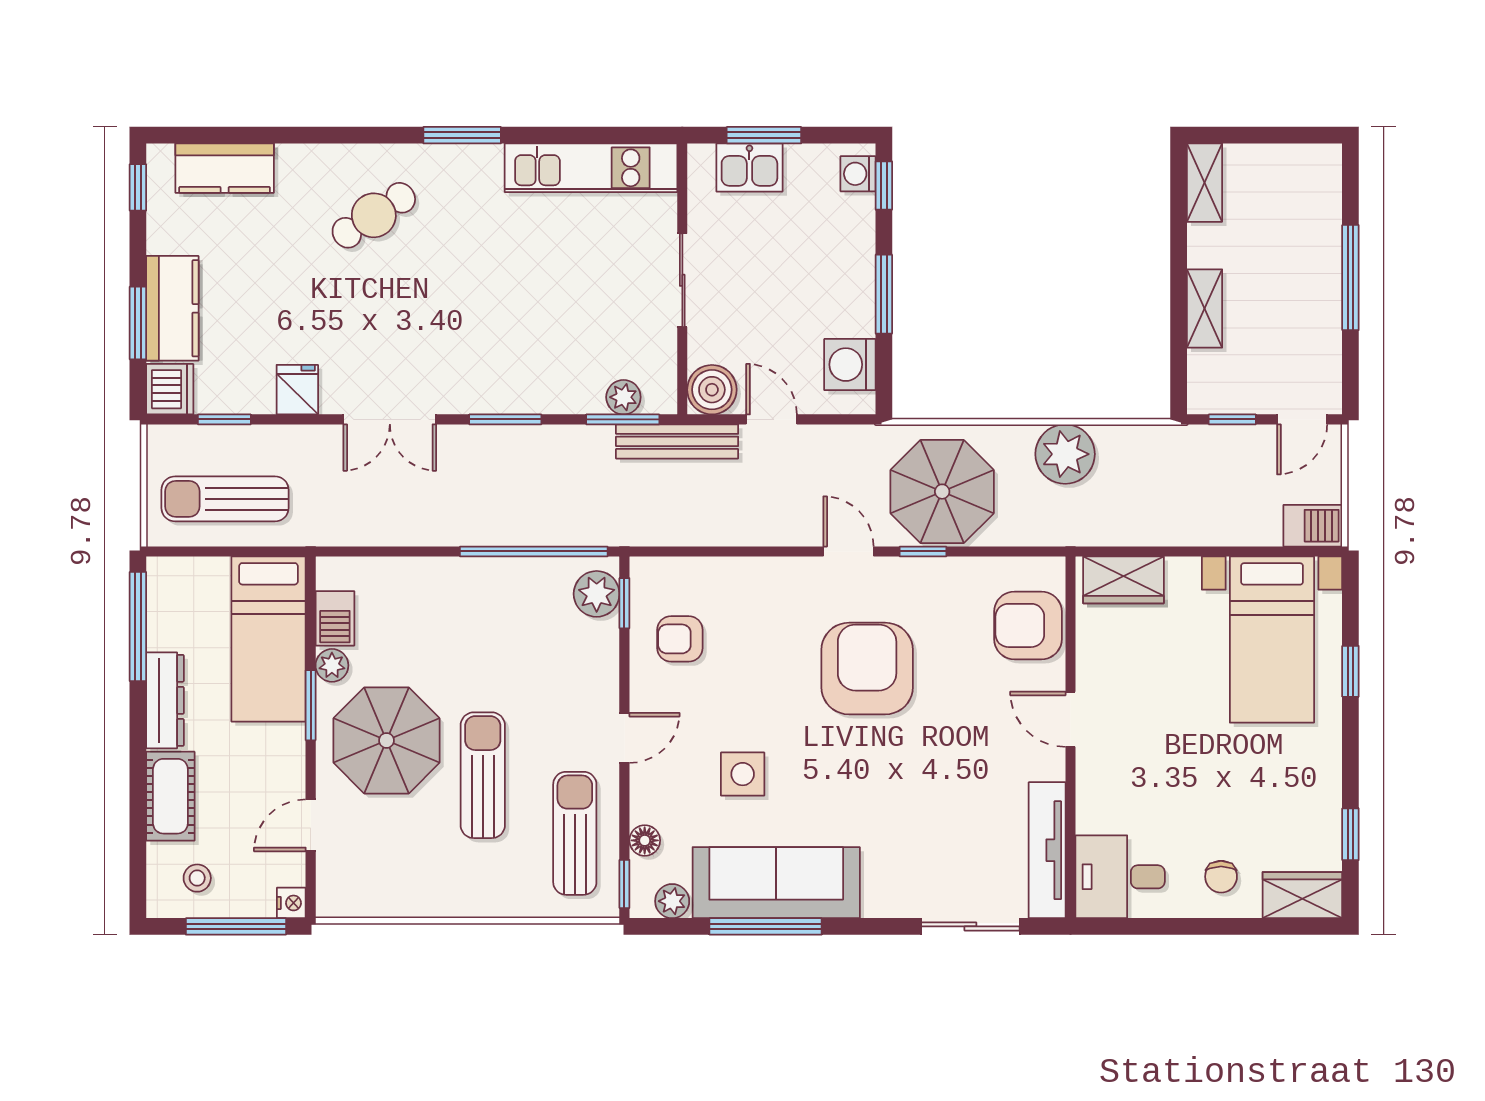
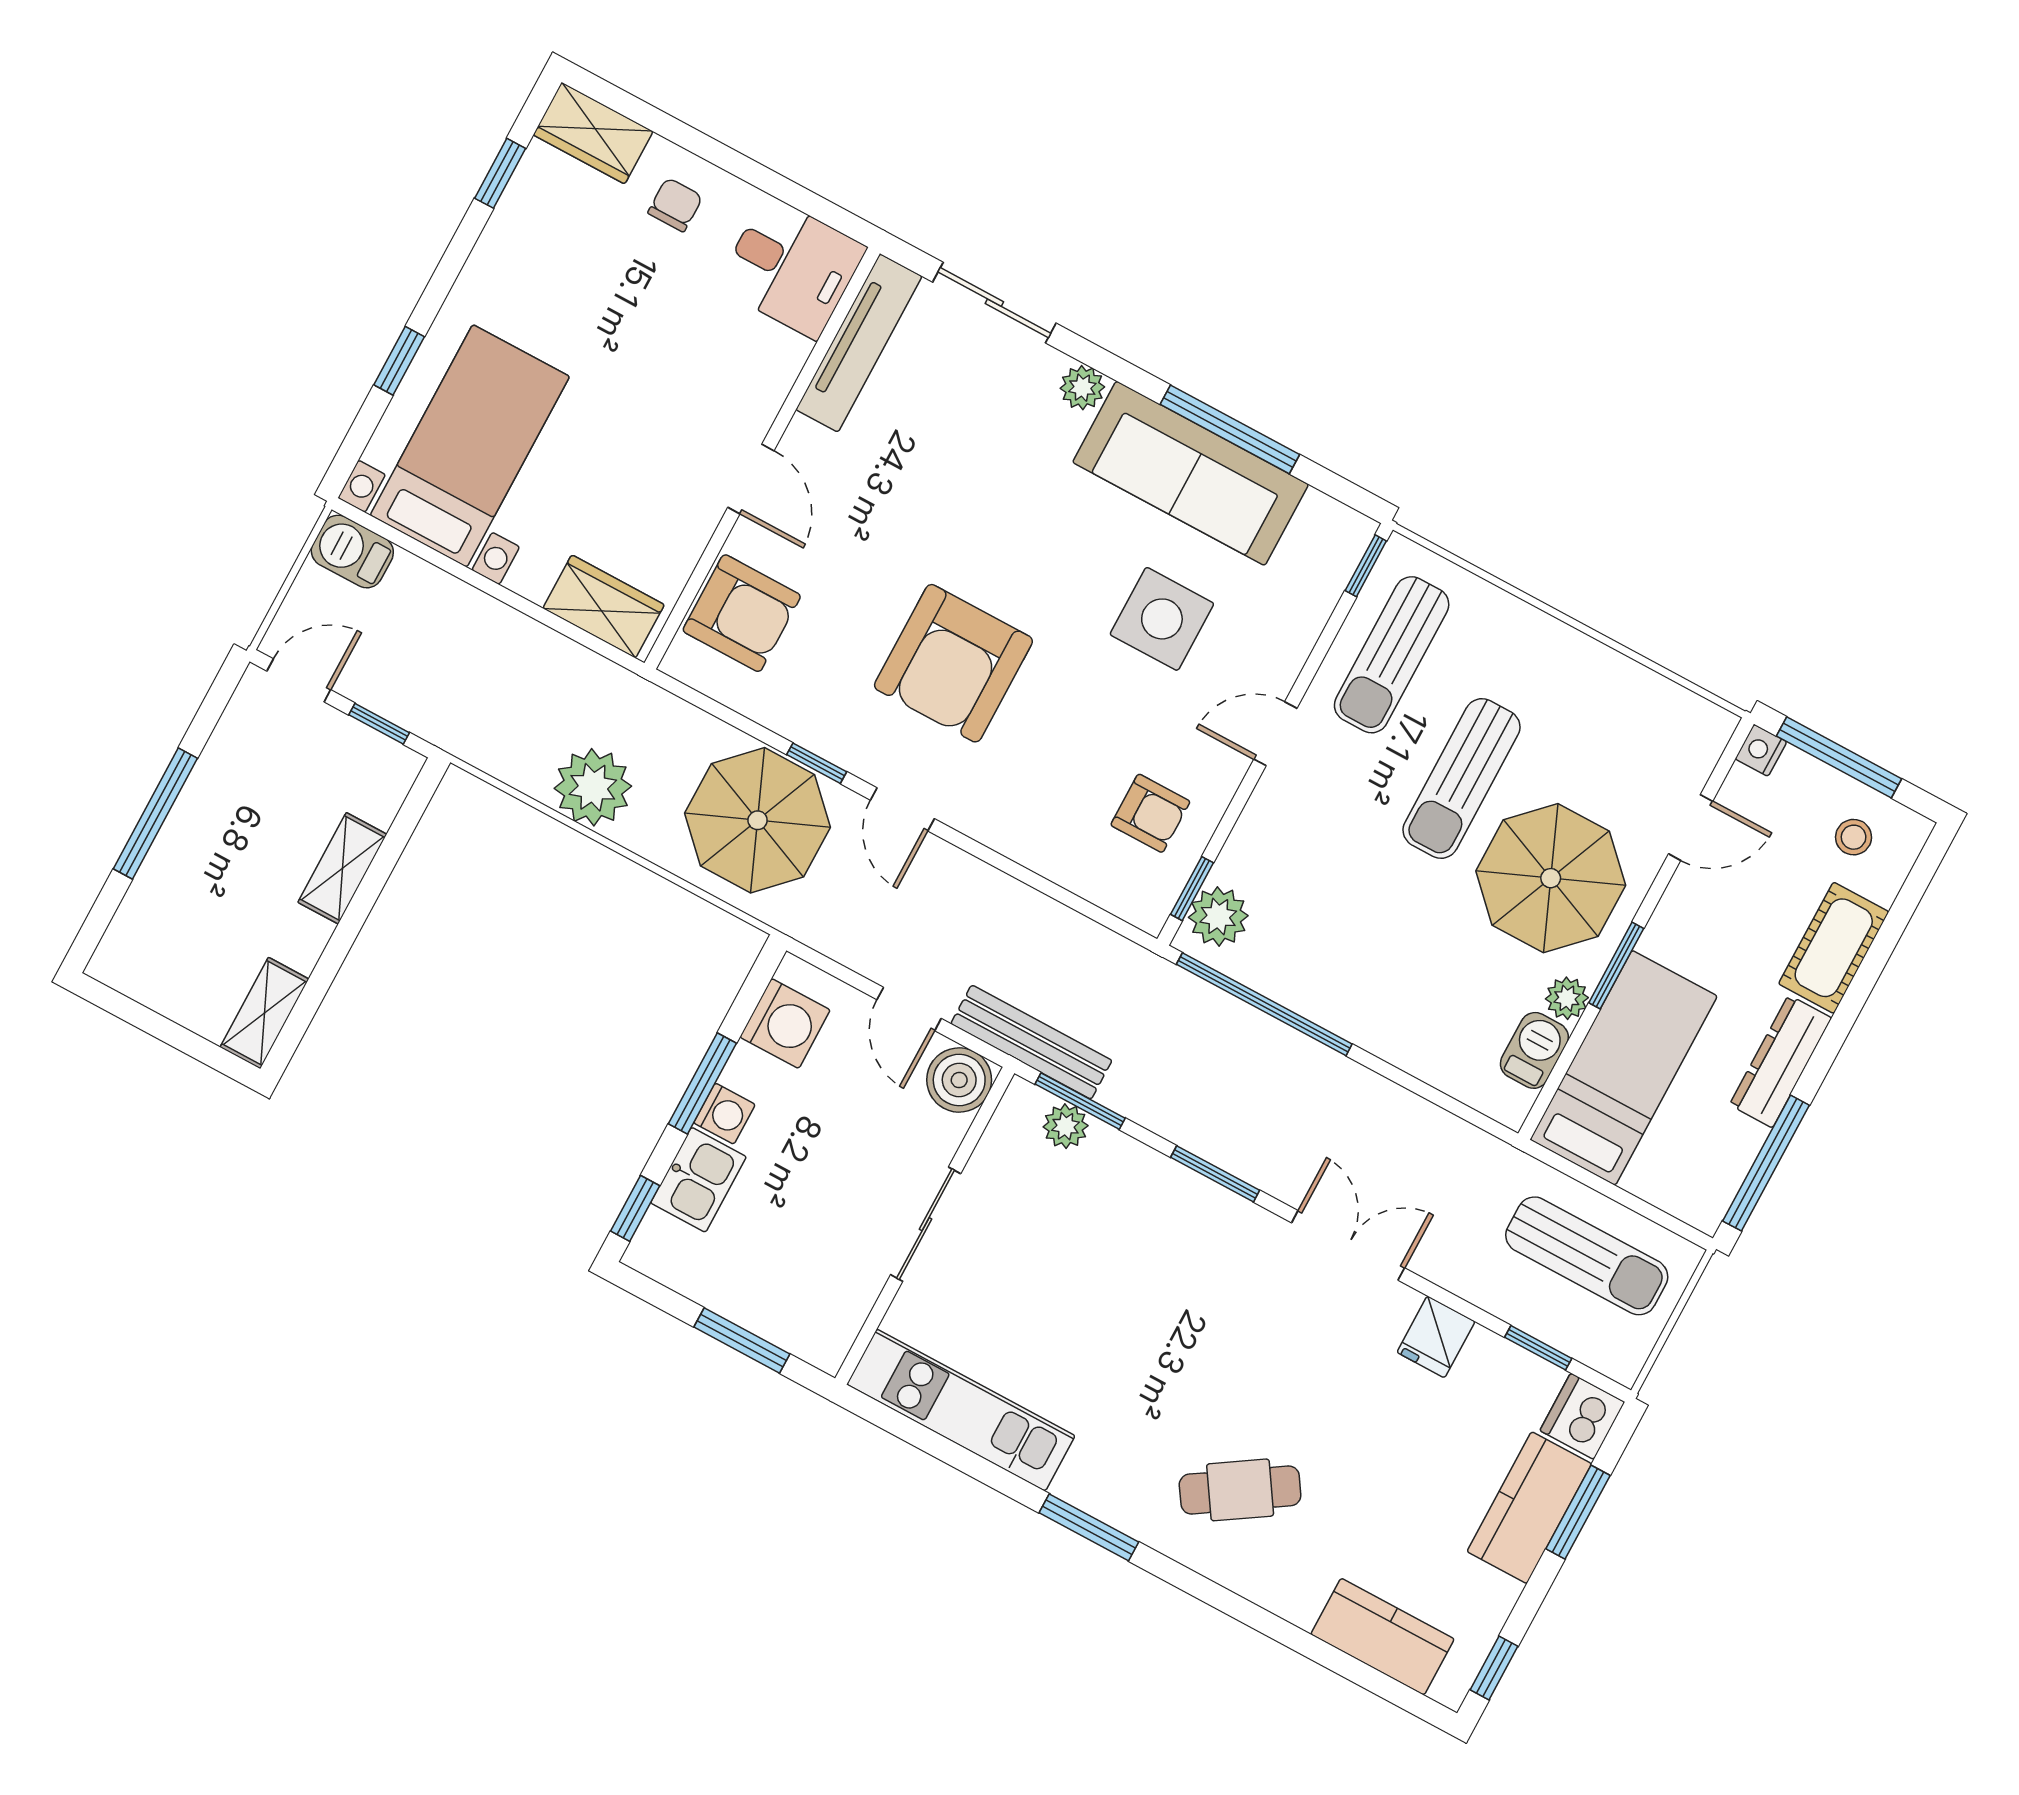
kitchen sink: (749, 168) -> (698, 1180), moved, turned 90
washing machine: (858, 174) -> (724, 1114), moved
side table: (743, 774) -> (1162, 619), width x1.37, depth x1.37
floor lamp: (645, 840) -> (1316, 603), removed
plant: (672, 901) -> (1082, 388), moved

